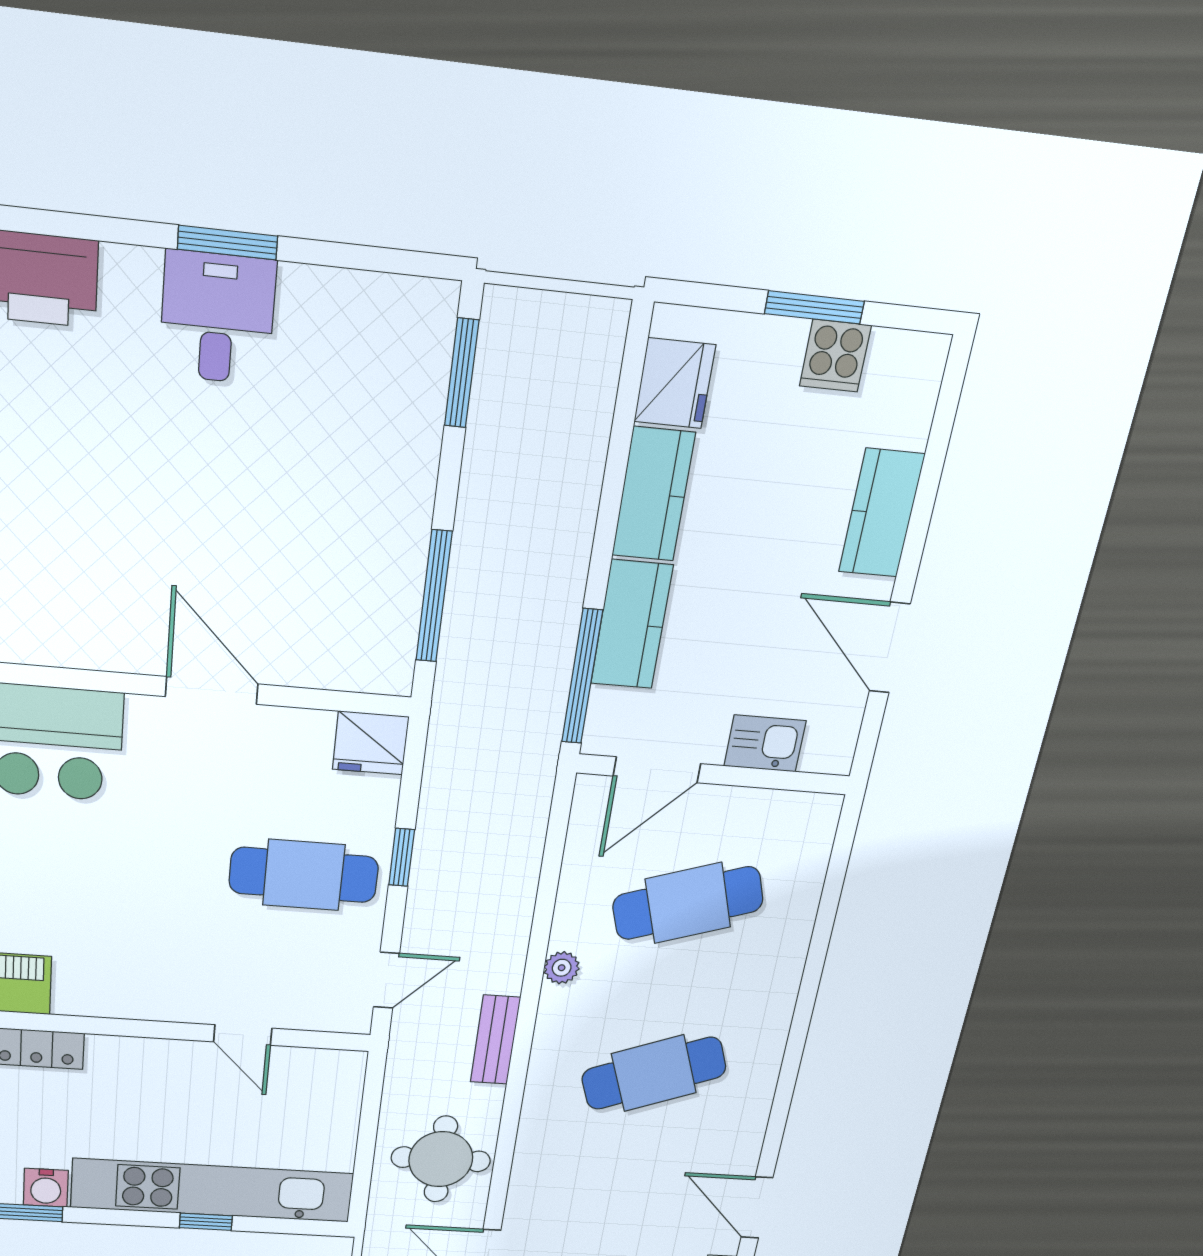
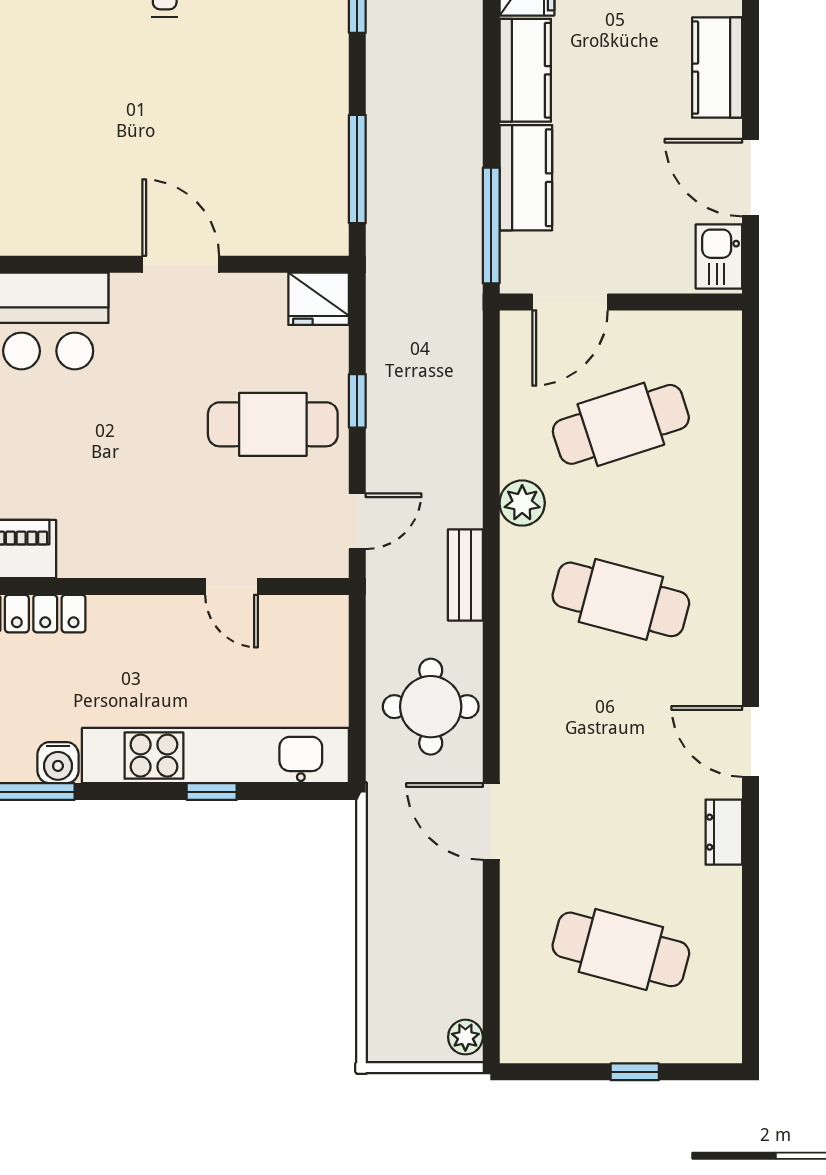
kitchen sink: (765, 743) -> (719, 256), moved, turned -90
plant: (562, 968) -> (522, 503), width x1.38, depth x1.38
cafe table: (654, 1073) -> (621, 599), turned 36

